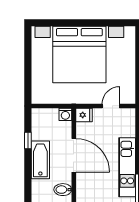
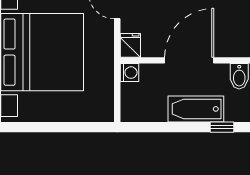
window: (28, 141) -> (222, 127), moved

